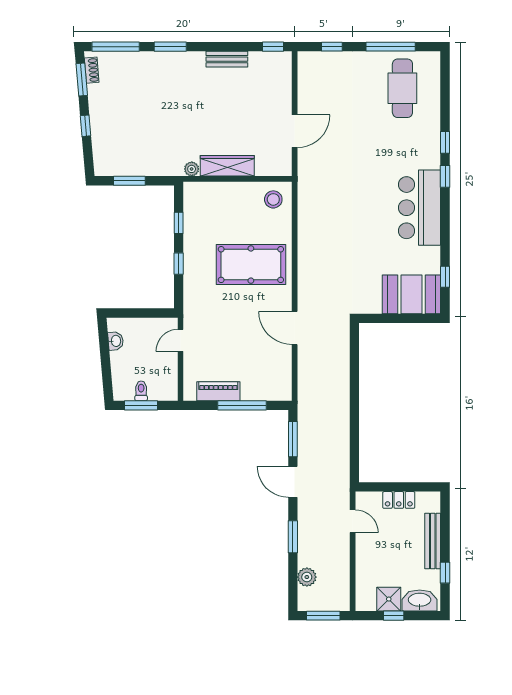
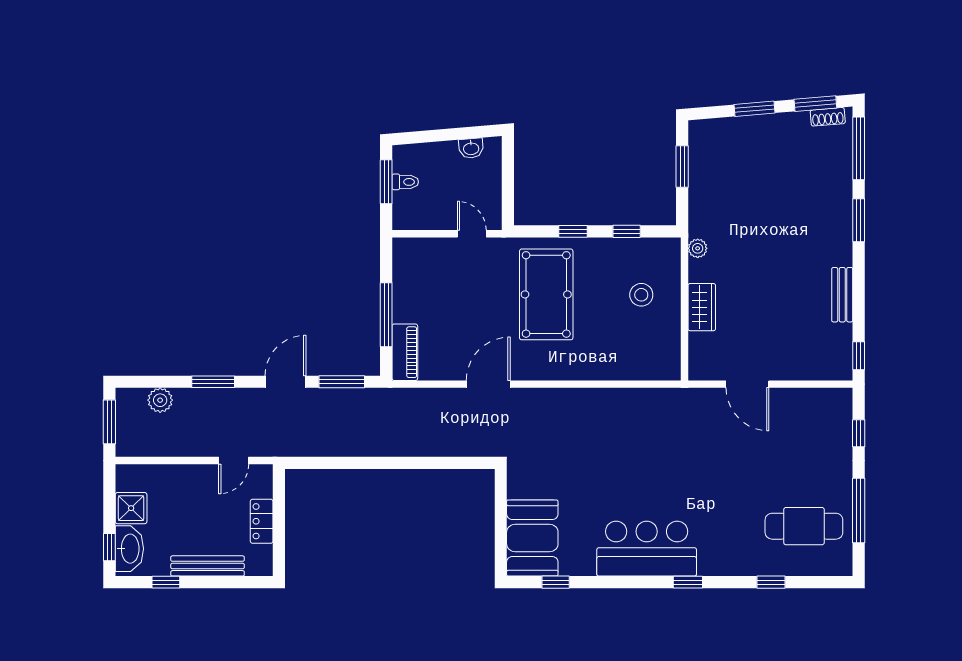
window: (86, 126) -> (754, 109), width x1.50
window: (445, 142) -> (771, 582), moved
wardrobe: (227, 166) -> (702, 307), width x0.67
stool: (273, 199) -> (641, 295), moved
pool table: (251, 265) -> (546, 294), moved
piano: (218, 391) -> (405, 352), moved
window: (394, 616) -> (109, 547), moved

